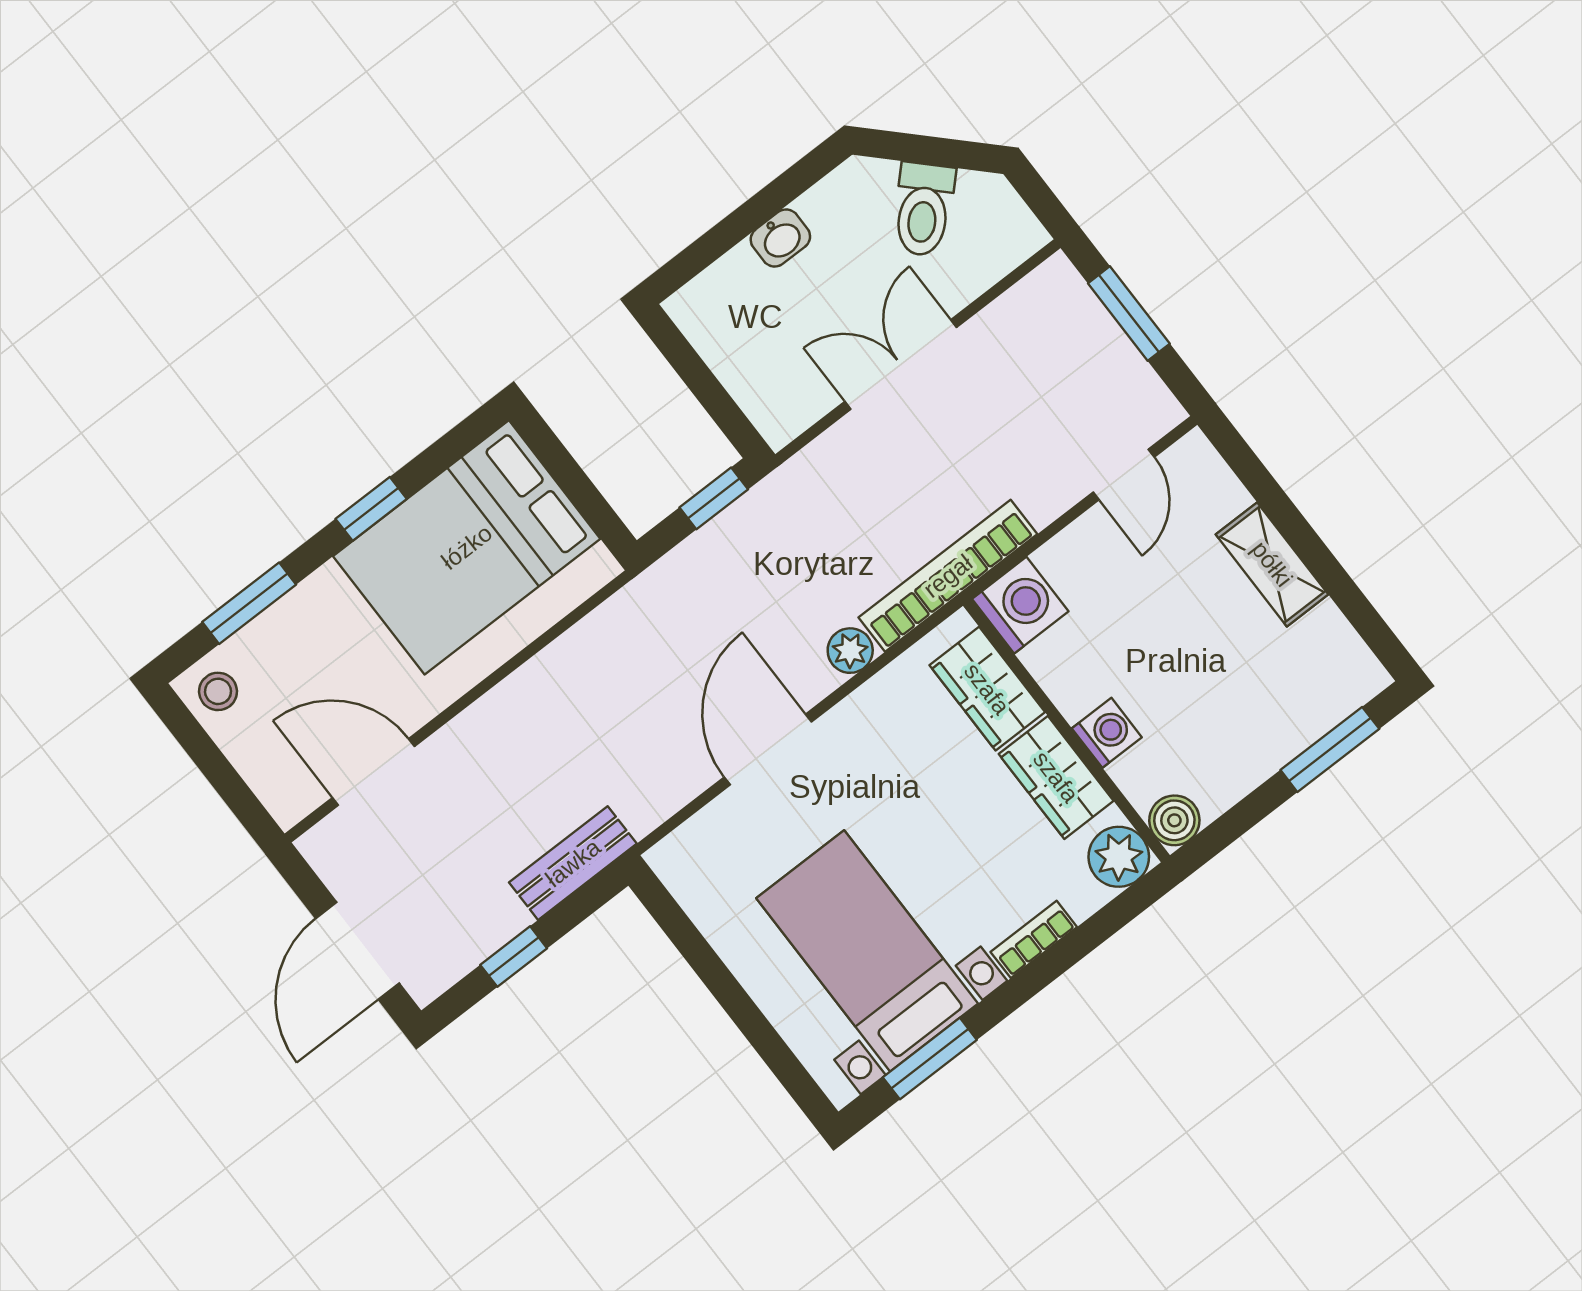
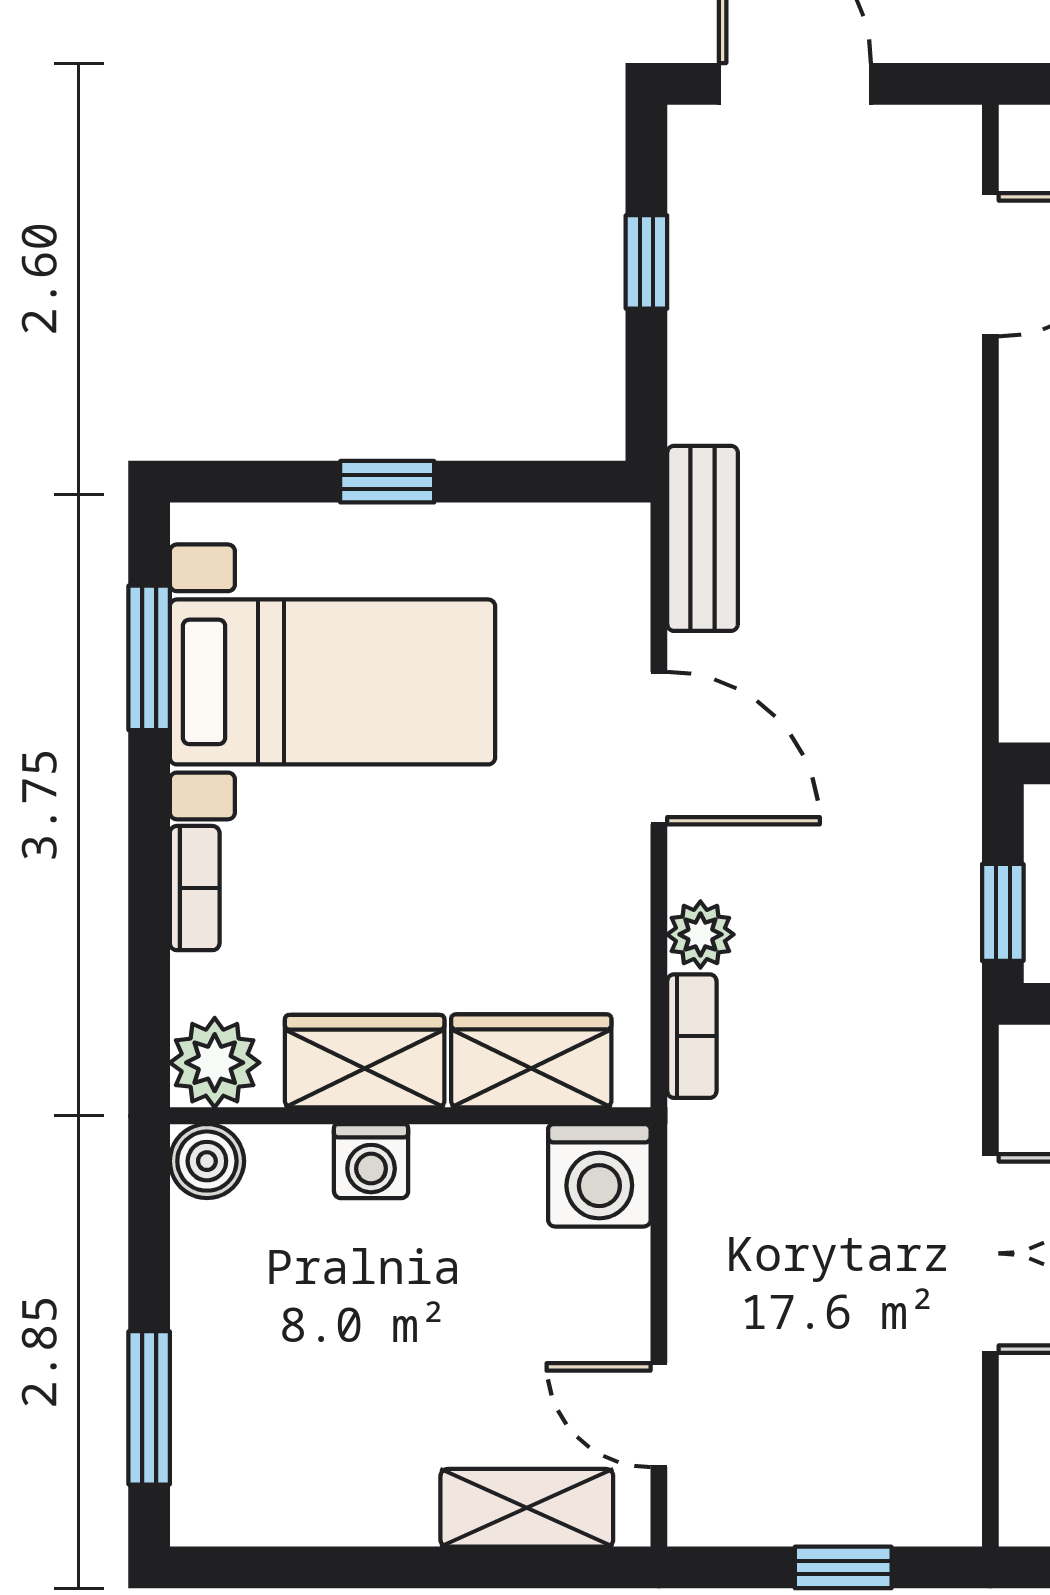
window: (1129, 314) -> (843, 1567), width x0.67
shelving: (1272, 564) -> (527, 1508), moved
bookcase: (948, 576) -> (692, 1036), width x0.43, depth x0.76
bench: (573, 863) -> (703, 538), moved
window: (738, 1004) -> (387, 482), added

